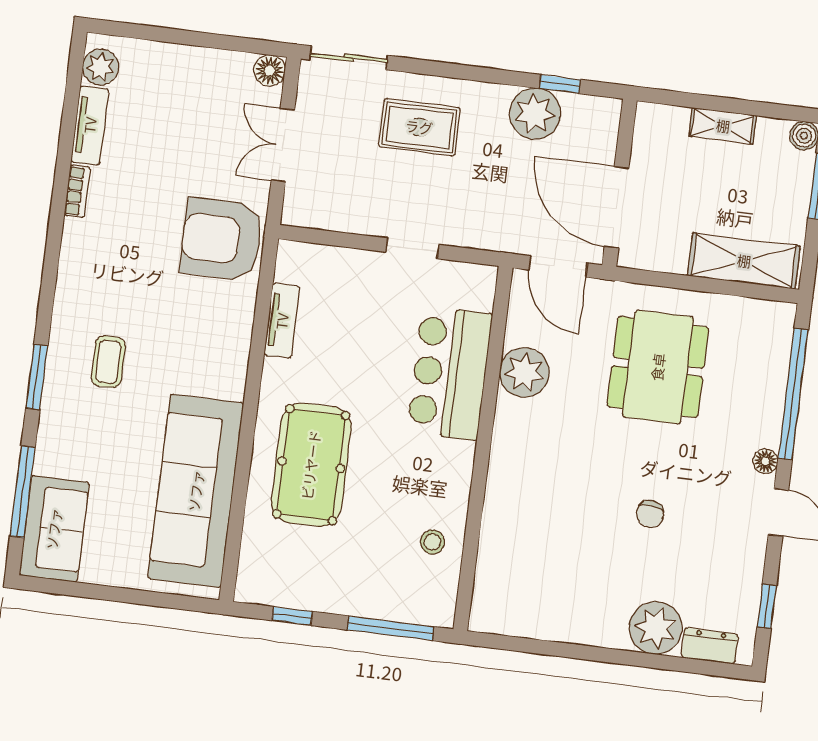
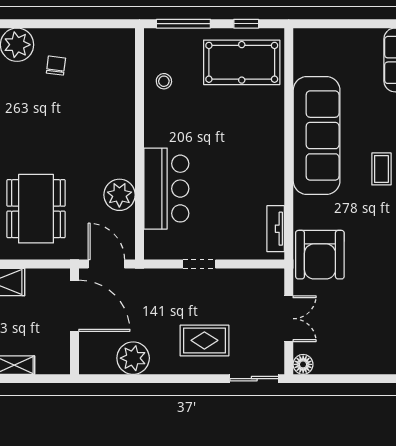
window: (560, 84) -> (120, 379), removed
armchair: (222, 239) -> (320, 255), turned 90
tv unit: (282, 321) -> (276, 229), moved
pool table: (311, 465) -> (242, 62), moved, turned 90
sofa: (196, 491) -> (317, 136), moved
chair: (650, 514) -> (56, 66), moved

